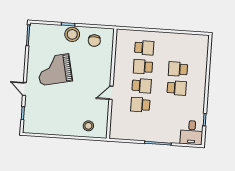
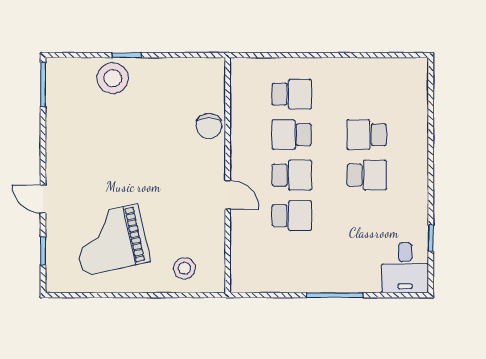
stool: (72, 34) -> (113, 78), moved
chair: (94, 41) -> (209, 126), moved
grand piano: (54, 70) -> (110, 240), moved
door: (111, 93) -> (228, 195), swing flipped
school desk: (140, 105) -> (292, 216), turned 180

